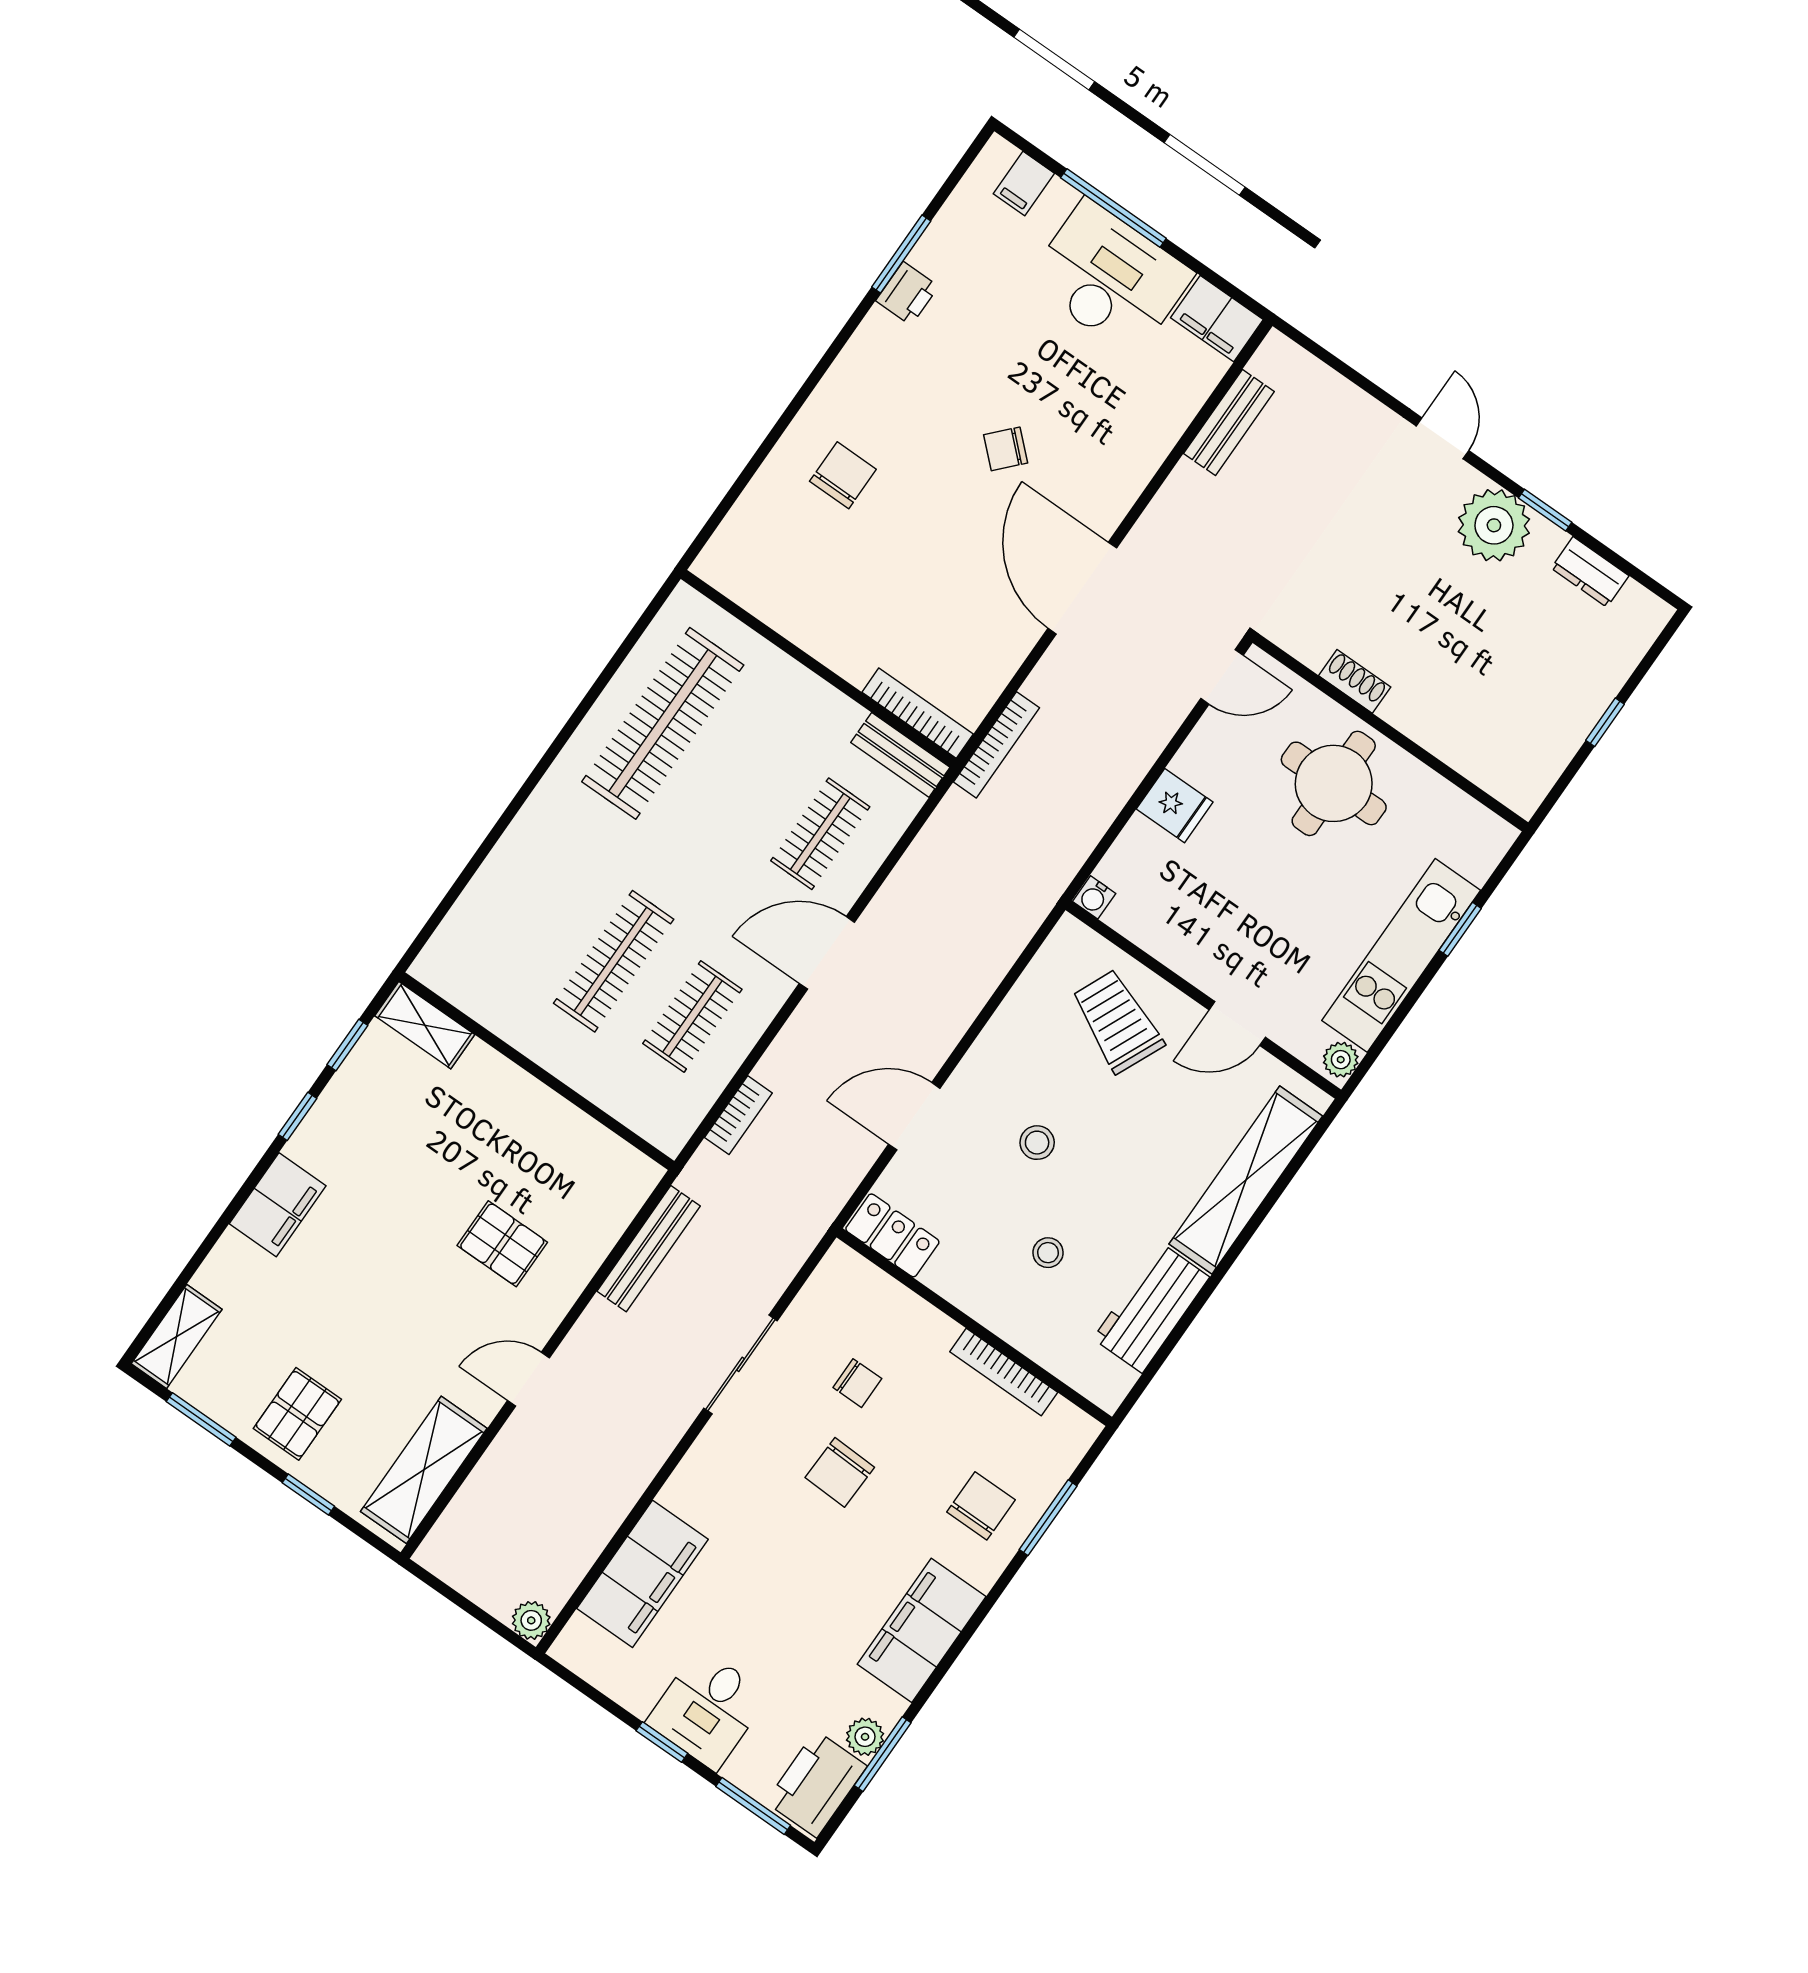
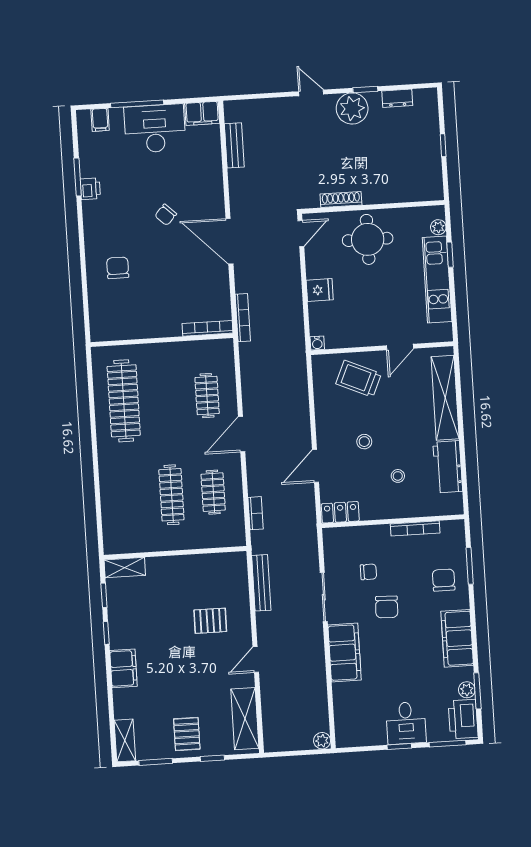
shoe rack: (1355, 681) -> (341, 199), width x1.43
bench: (900, 755) -> (213, 347), removed
plant: (1341, 1060) -> (438, 227), moved
filing cabinet: (642, 1574) -> (345, 652), moved

